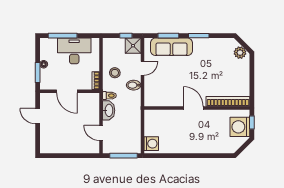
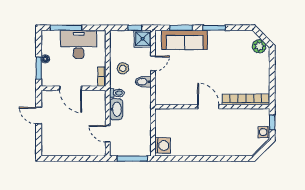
washing machine: (240, 127) -> (264, 132), width x0.53, depth x0.53

